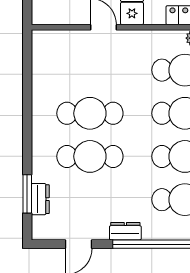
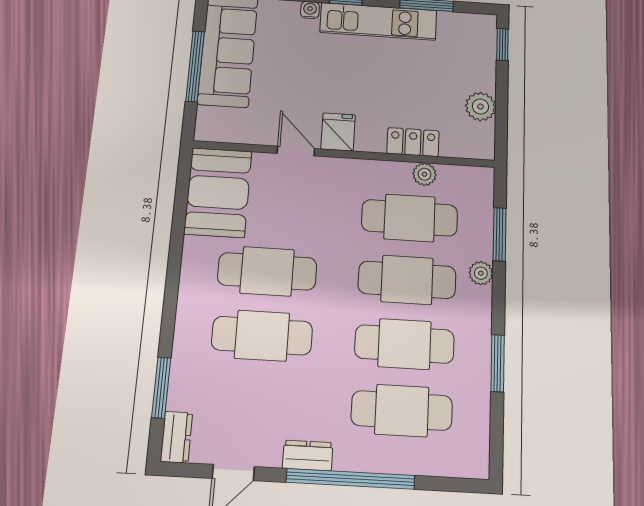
booth: (52, 61) -> (218, 192), added
dresser: (40, 199) -> (176, 437), moved

